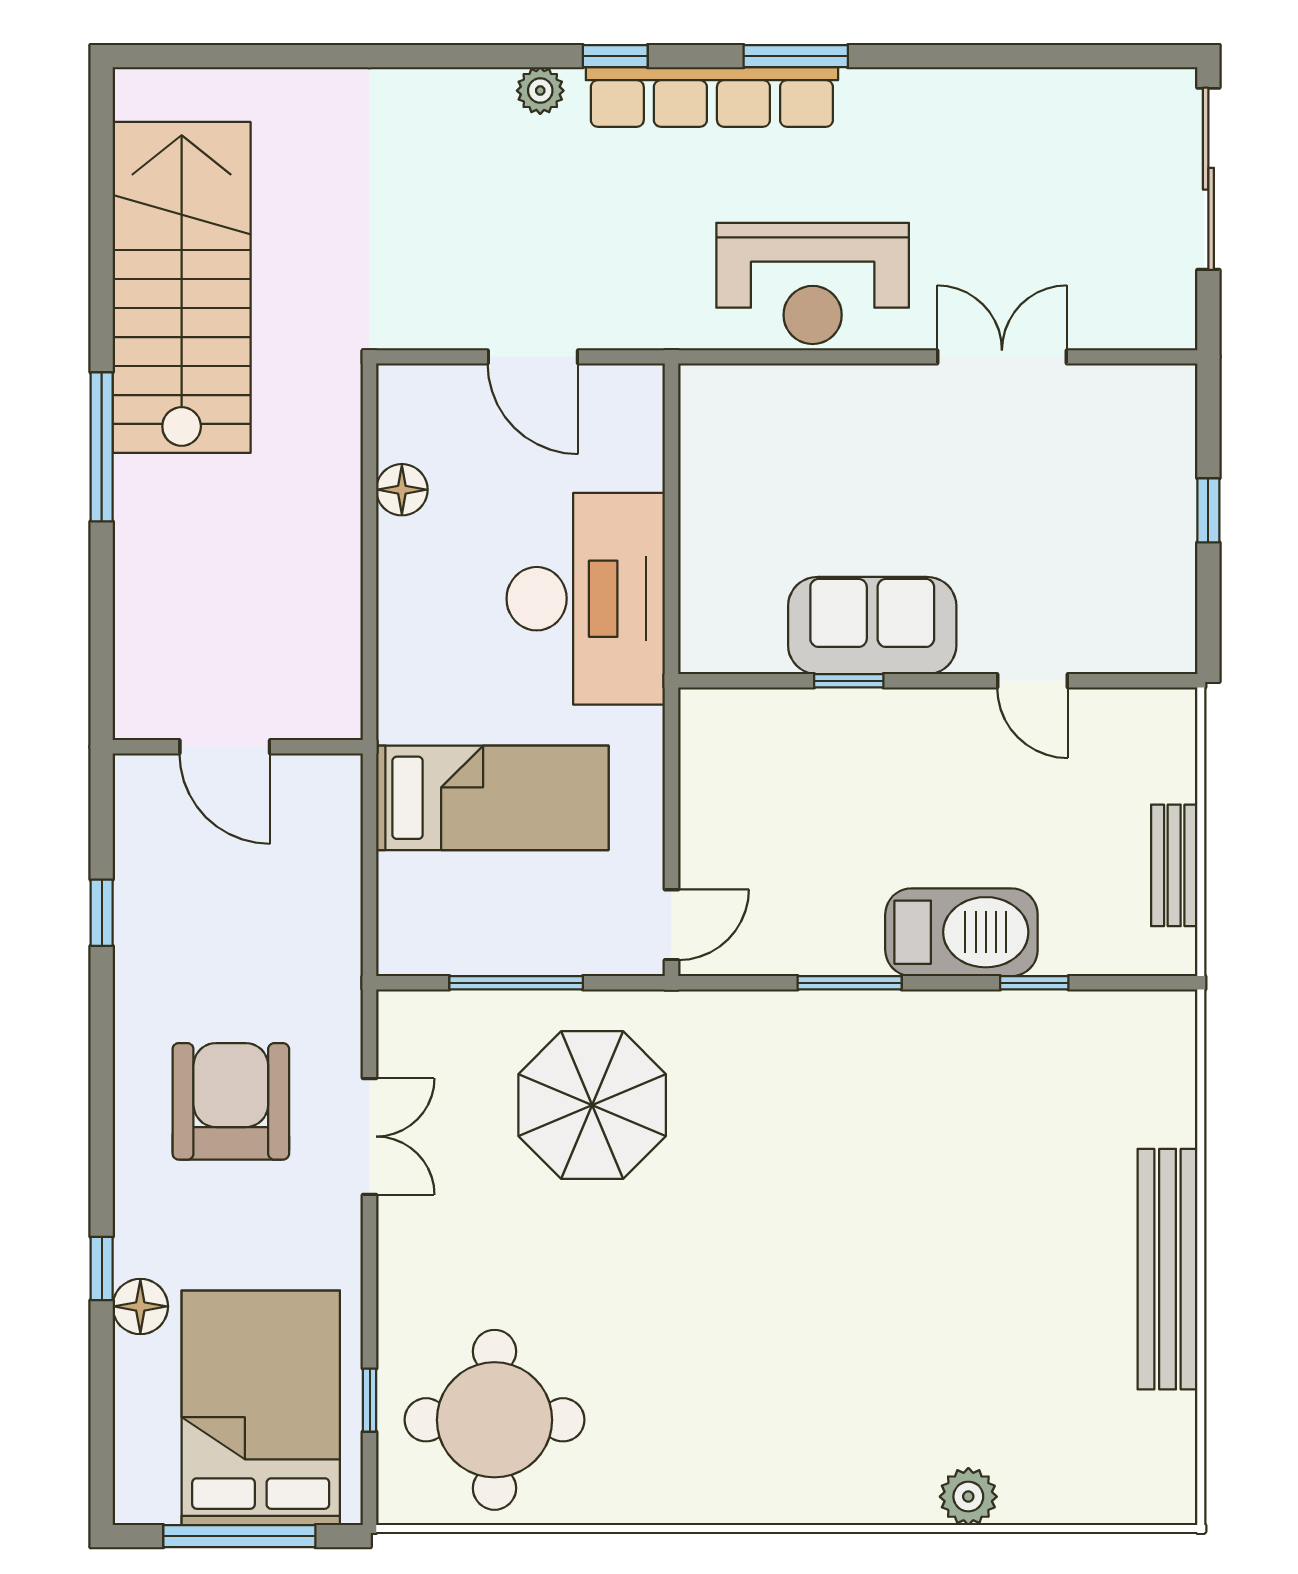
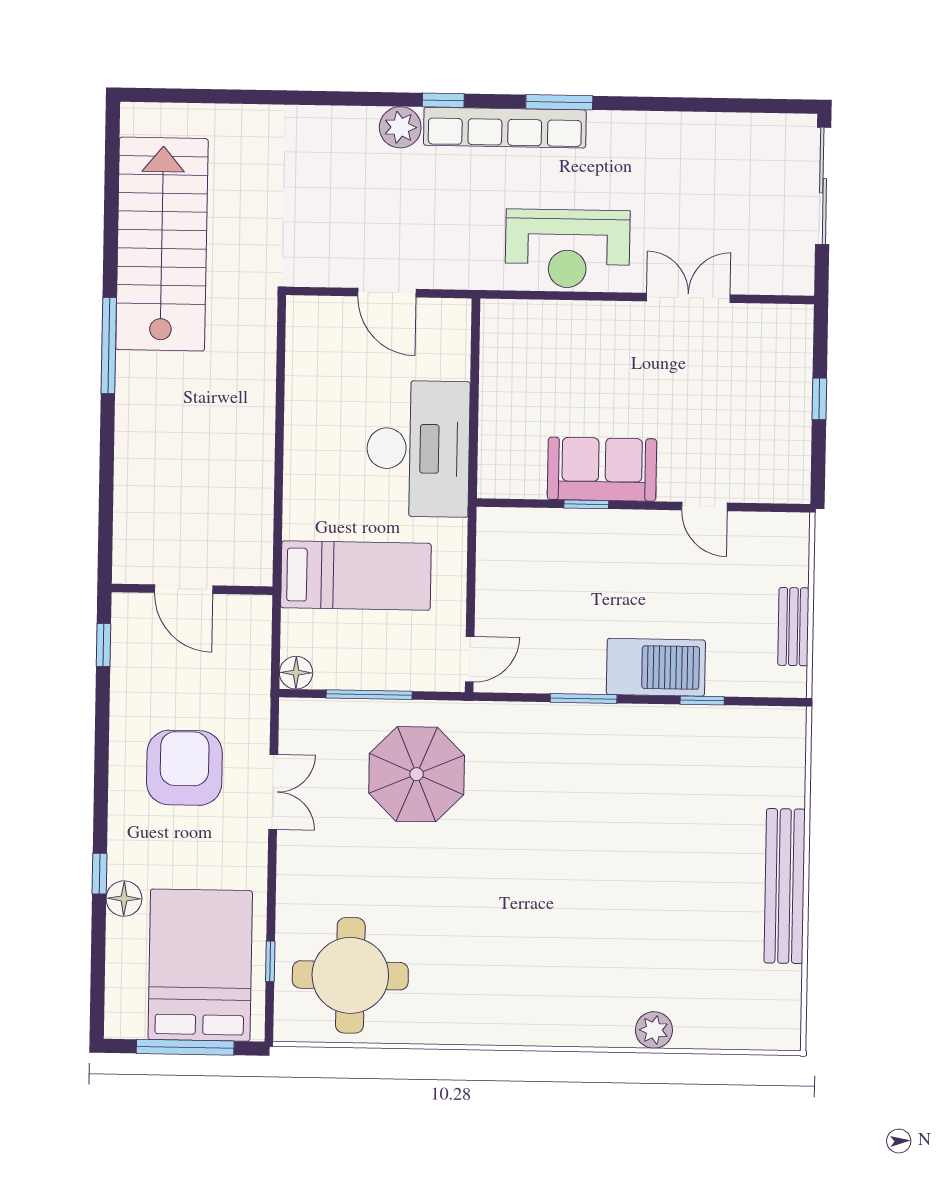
plant: (540, 91) -> (400, 127), width x1.38, depth x1.38
floor lamp: (402, 490) -> (296, 673), moved
door: (225, 747) -> (184, 589), moved
wall: (238, 747) -> (192, 589), moved

